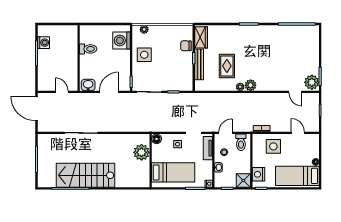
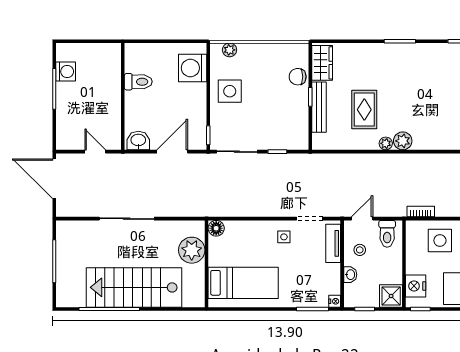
floor lamp: (157, 139) -> (216, 228), moved
plant: (142, 152) -> (192, 250), moved
wall: (151, 161) -> (207, 264), moved
bed: (173, 172) -> (243, 283), moved

